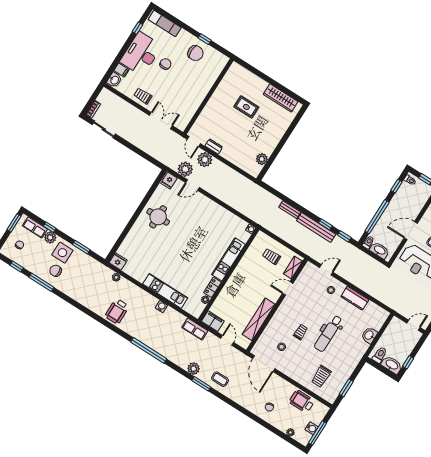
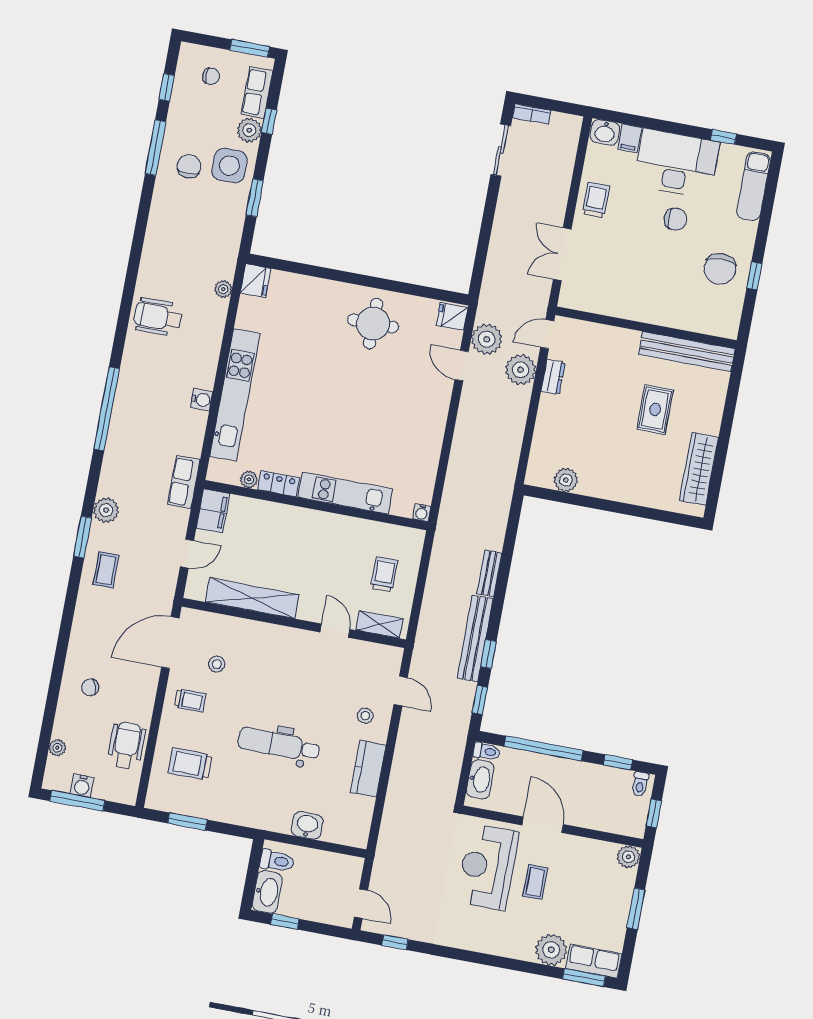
bench: (226, 83) -> (687, 352), added
double door: (161, 121) -> (562, 254), swing flipped
kitchen unit: (165, 291) -> (235, 395), width x1.36
trolley: (301, 332) -> (190, 700), moved

